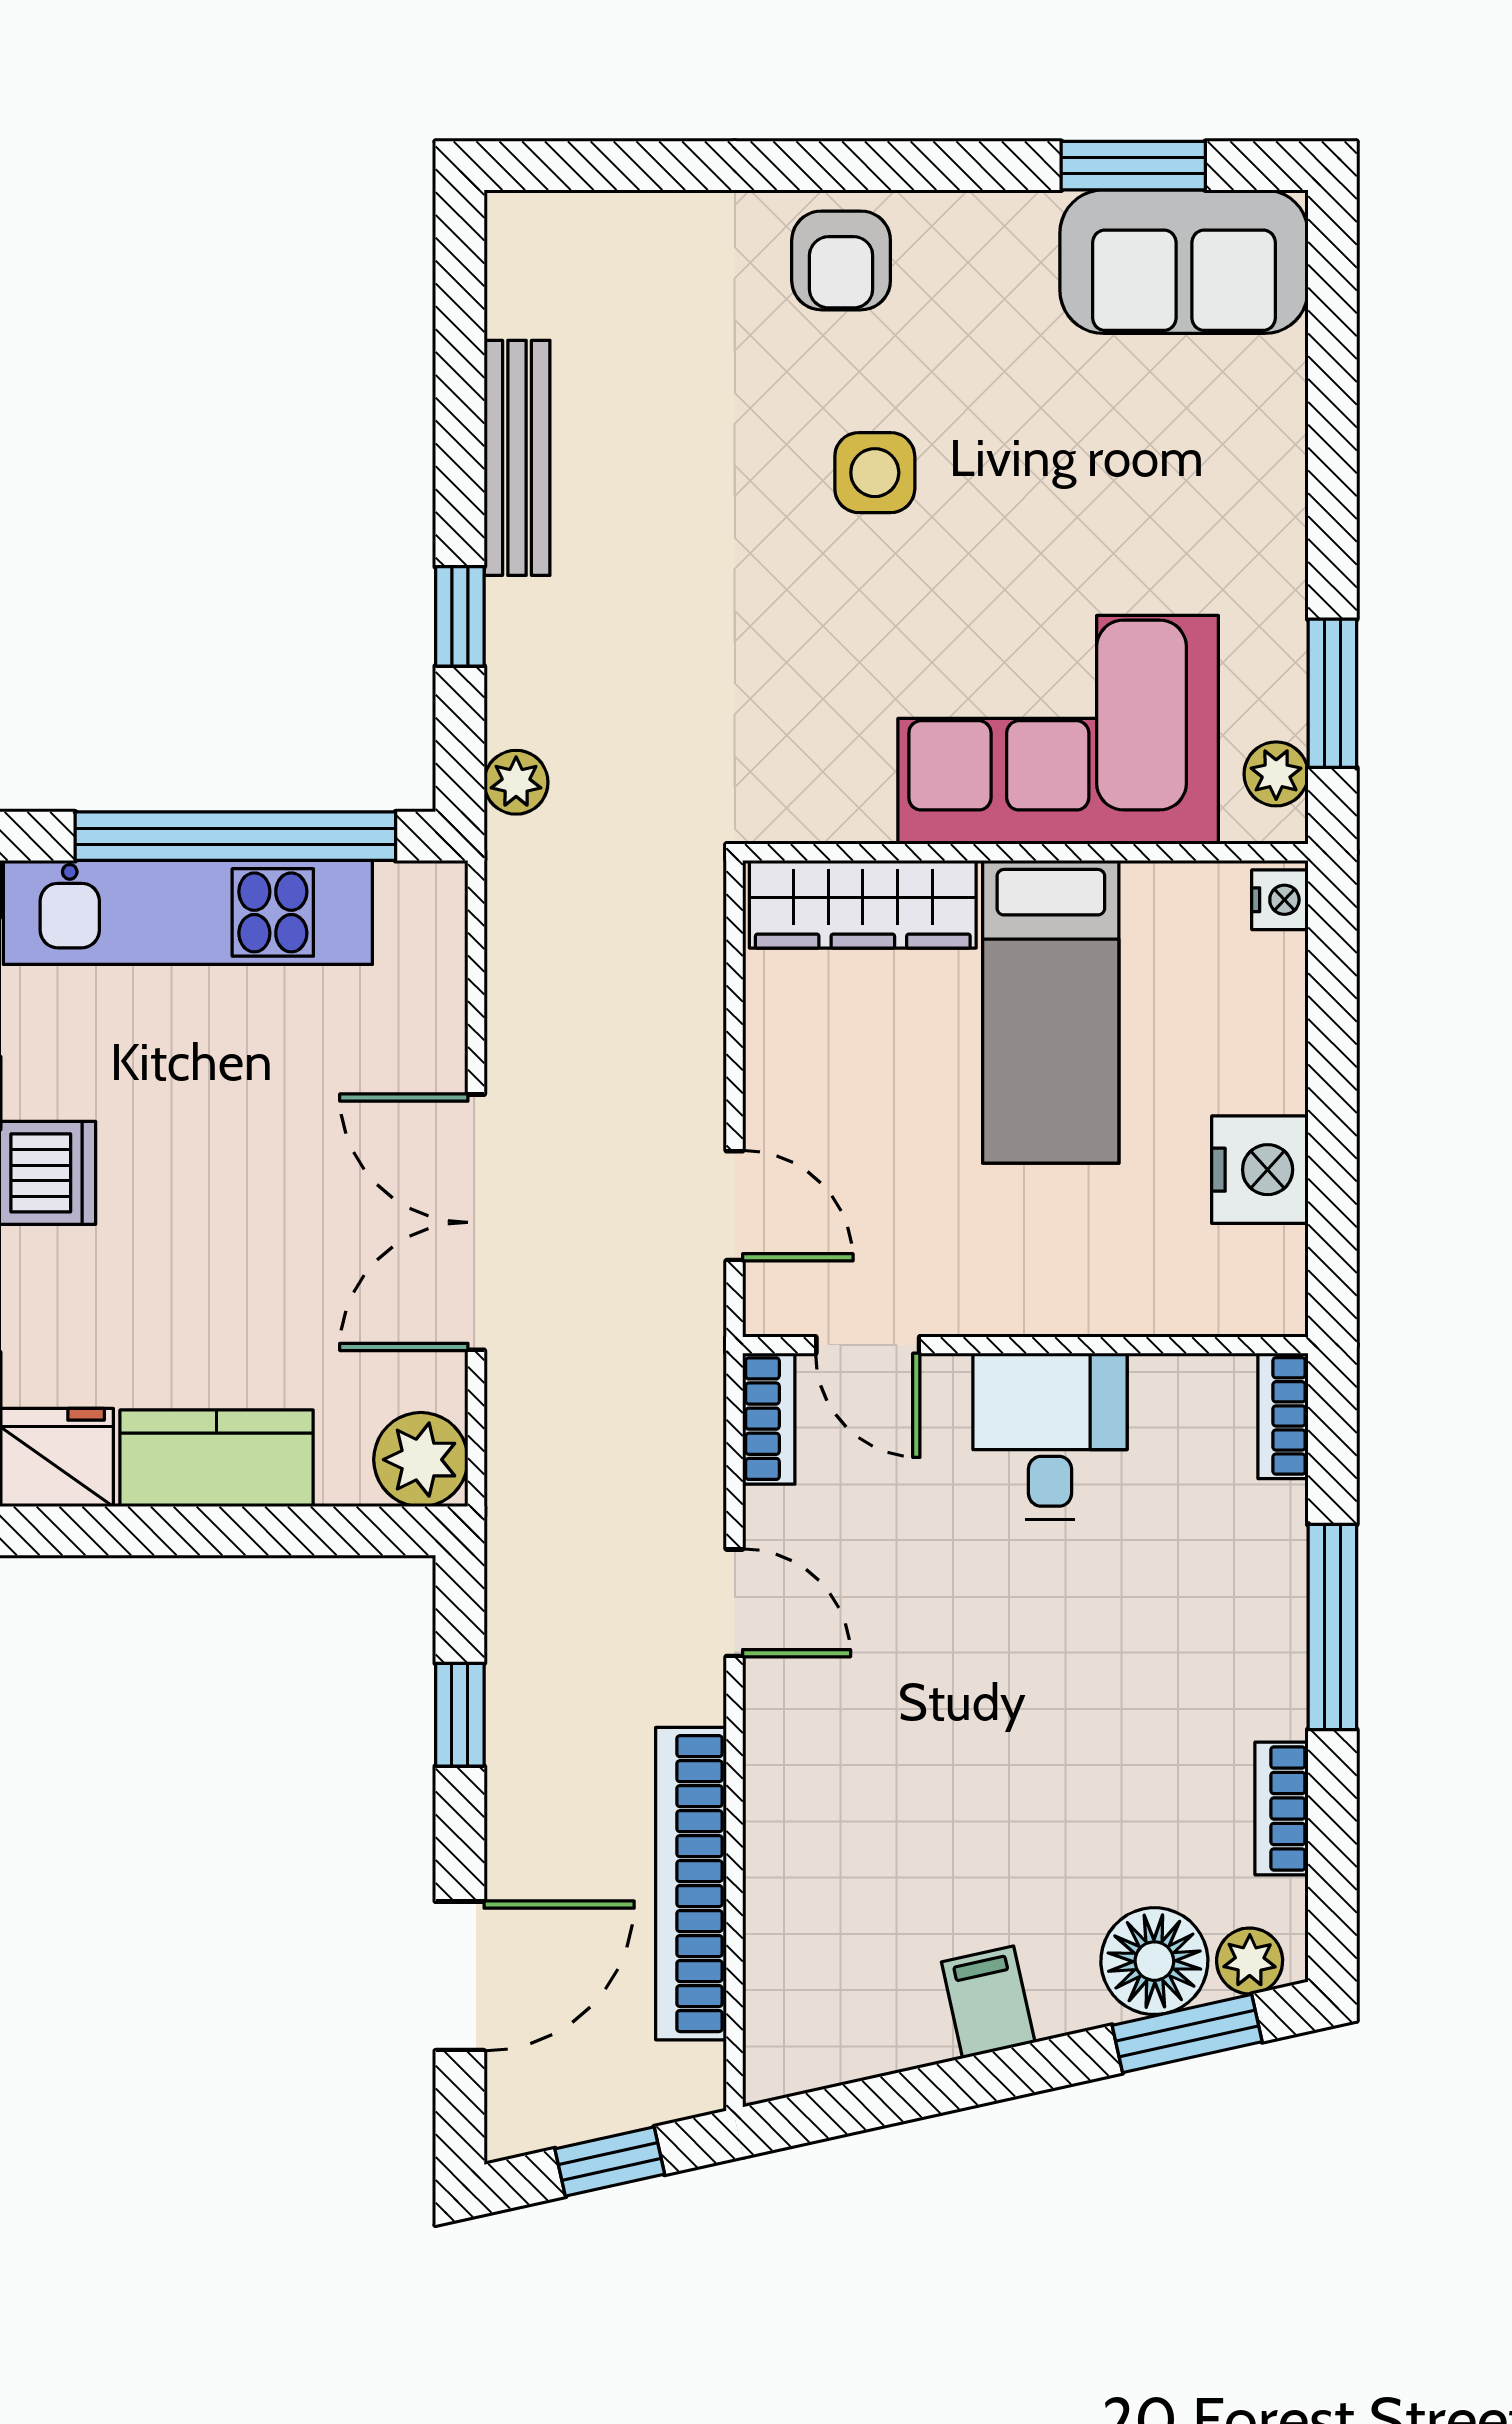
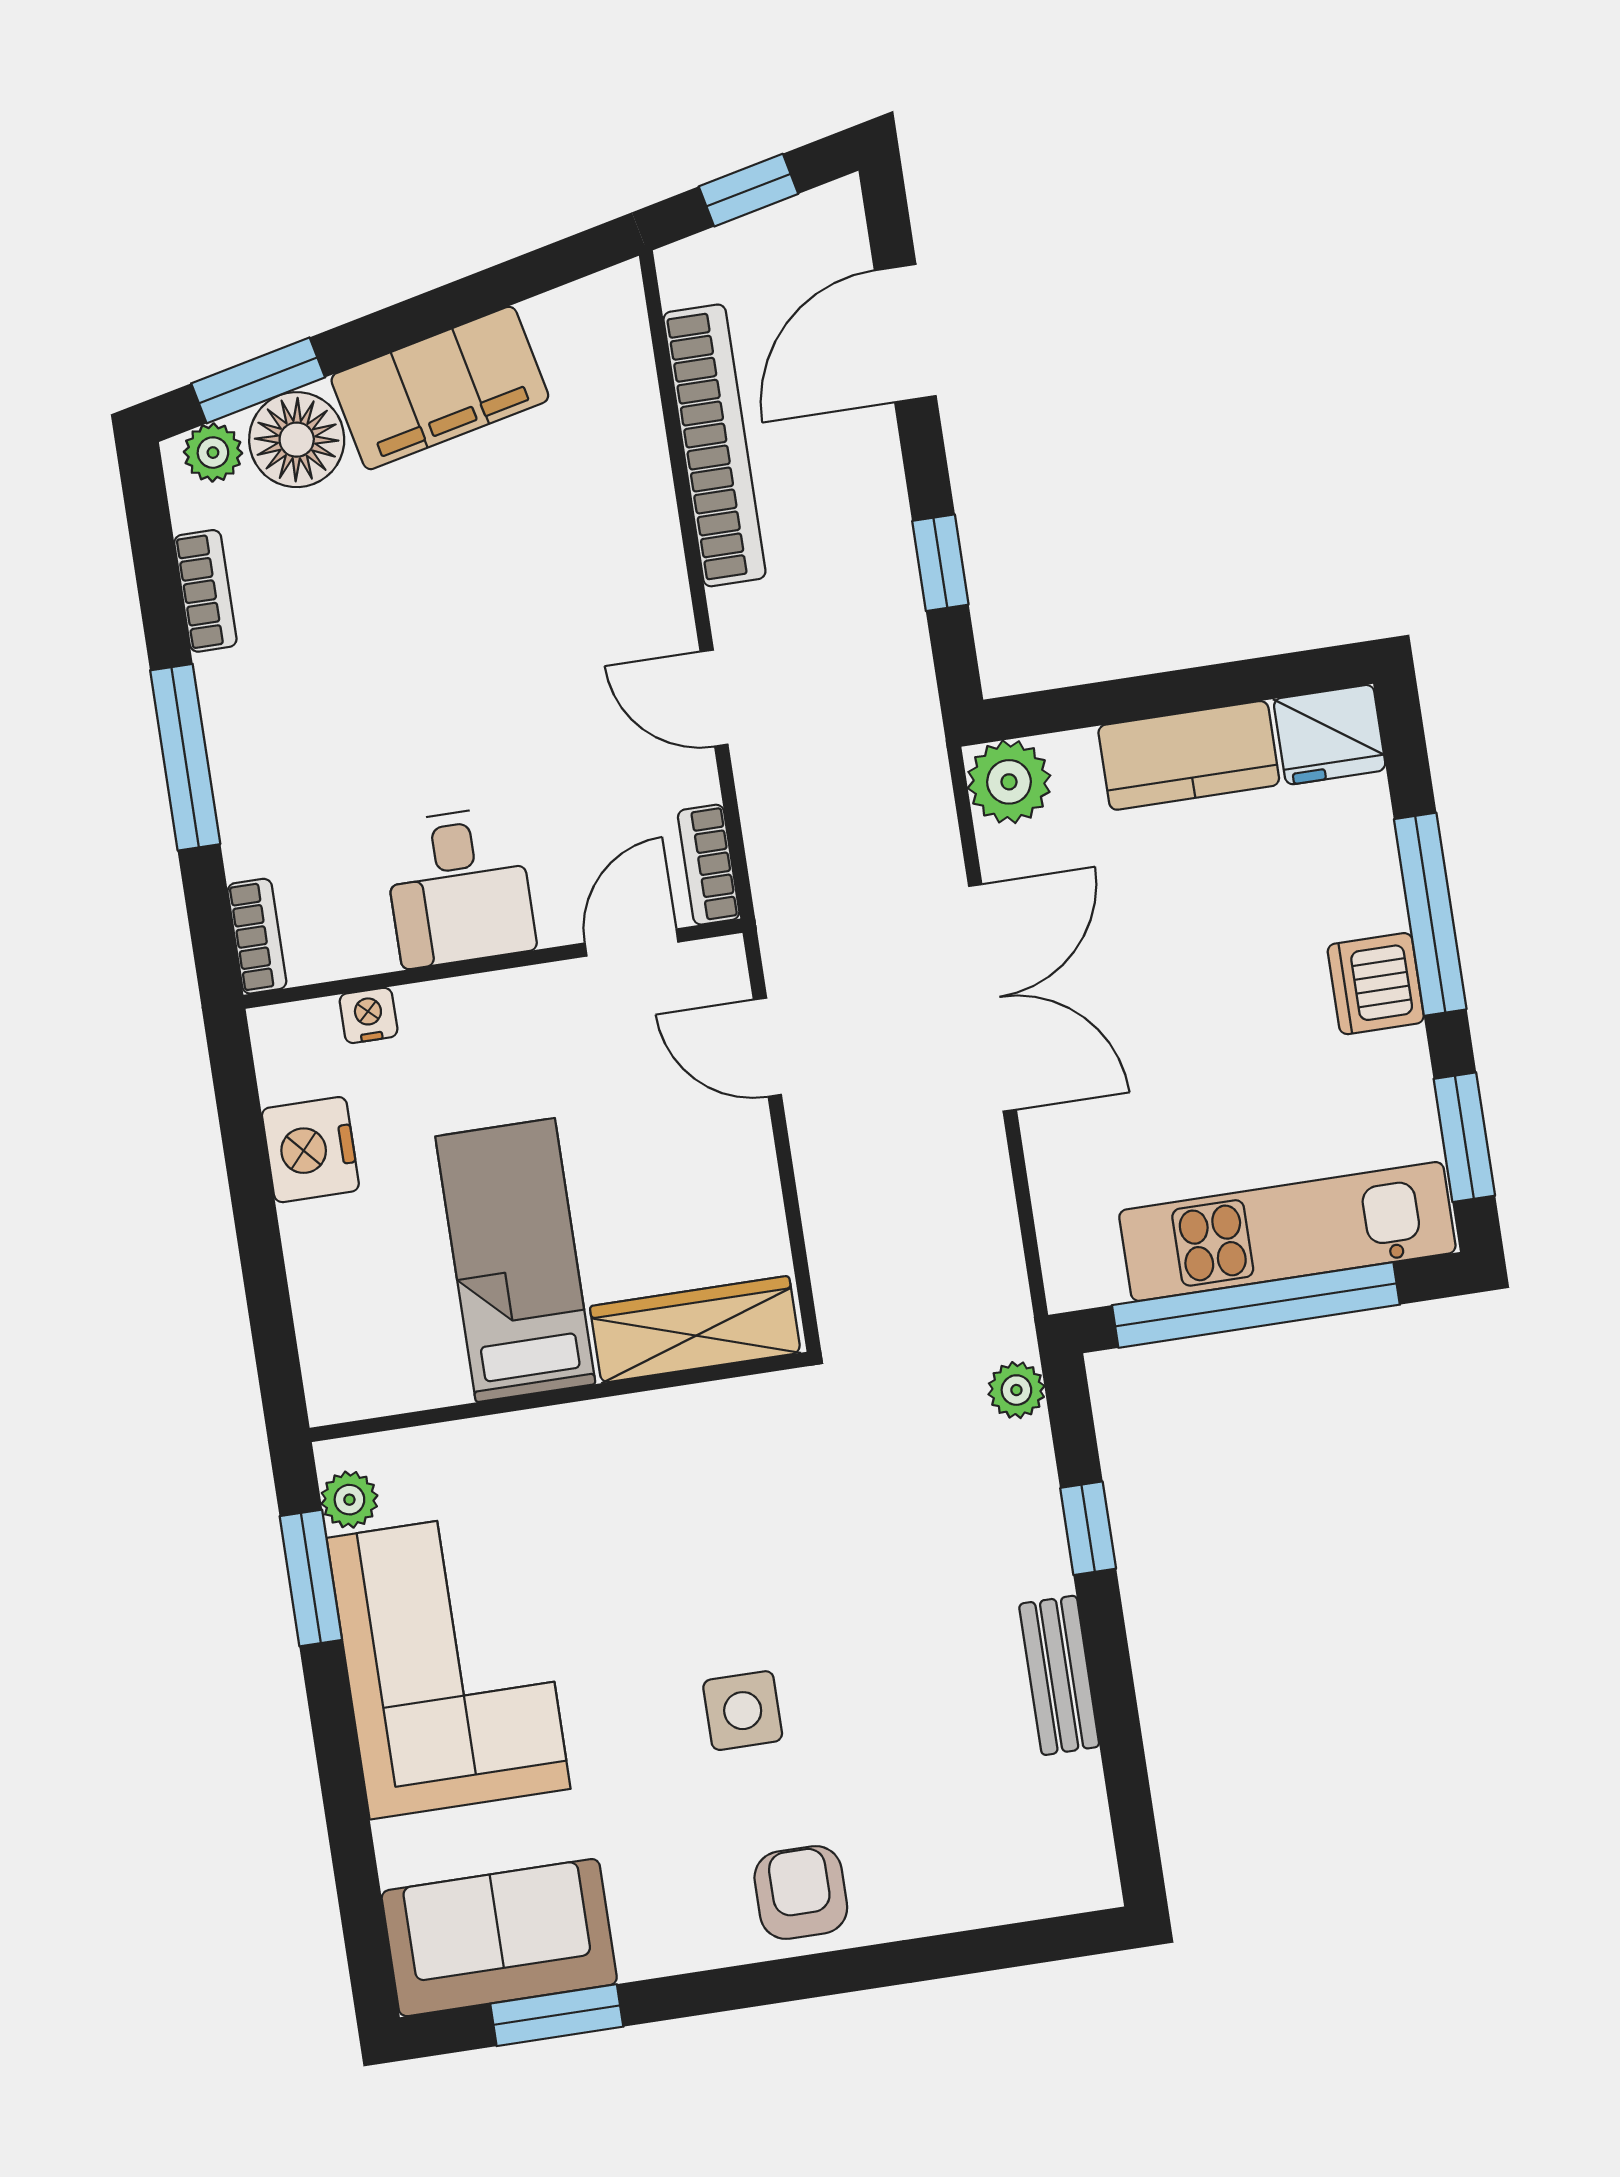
bench: (517, 458) -> (1059, 1675), width x0.73
corner sofa: (1058, 730) -> (449, 1663), moved, turned -90
nightstand: (1280, 900) -> (369, 1015), moved, turned 90
door: (868, 1345) -> (631, 943), hinge flipped
filing cabinet: (988, 2002) -> (440, 388), width x3.00, depth x1.17

